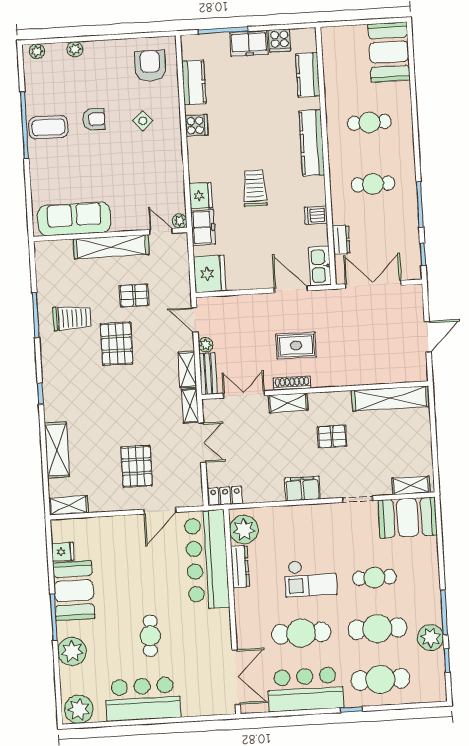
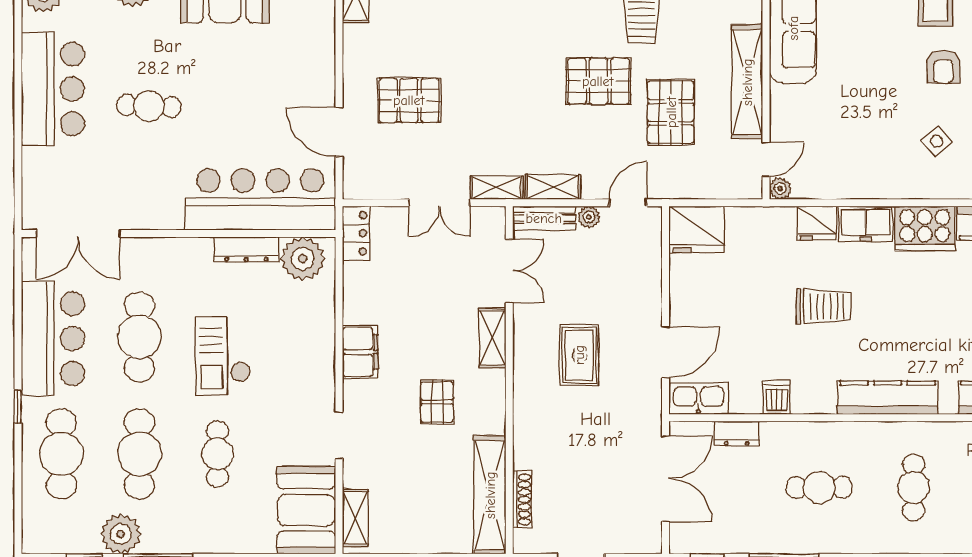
cooker: (197, 125) -> (925, 228), width x1.87, depth x1.31
cafe table: (373, 184) -> (819, 487), turned 90
freezer: (203, 227) -> (866, 224), moved
pallet: (134, 295) -> (671, 112), width x1.50, depth x1.42
shoe rack: (292, 383) -> (522, 500), moved

